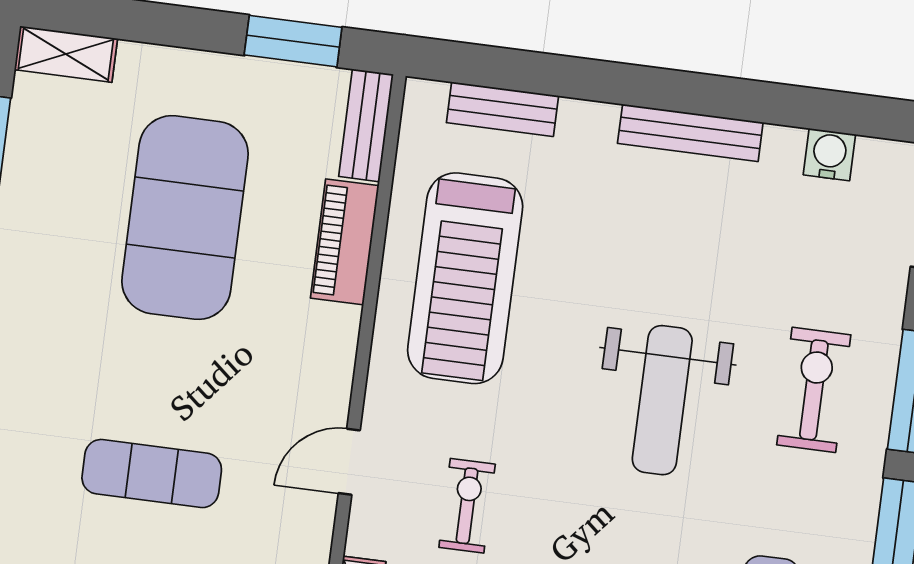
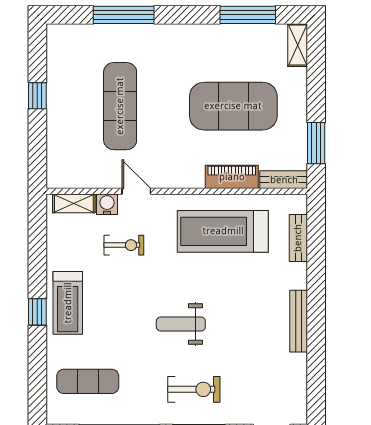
water cooler: (829, 155) -> (107, 204), moved, turned -90
weight bench: (662, 400) -> (181, 324), width x0.73, depth x0.75
exercise mat: (152, 474) -> (120, 106), width x1.36, depth x1.45

